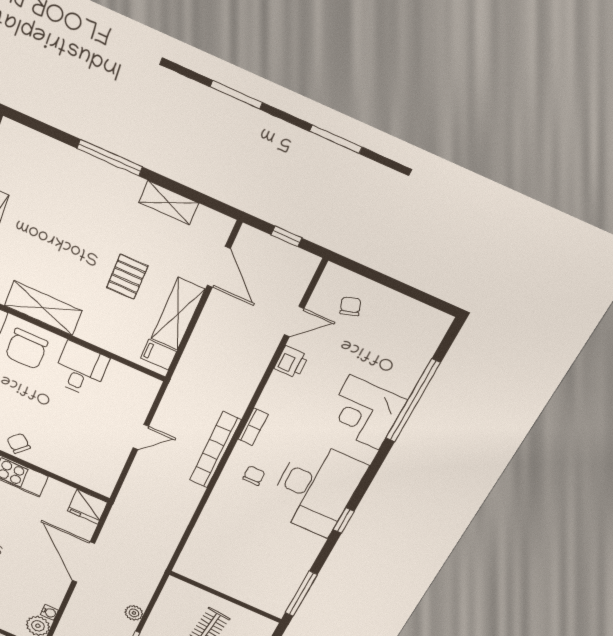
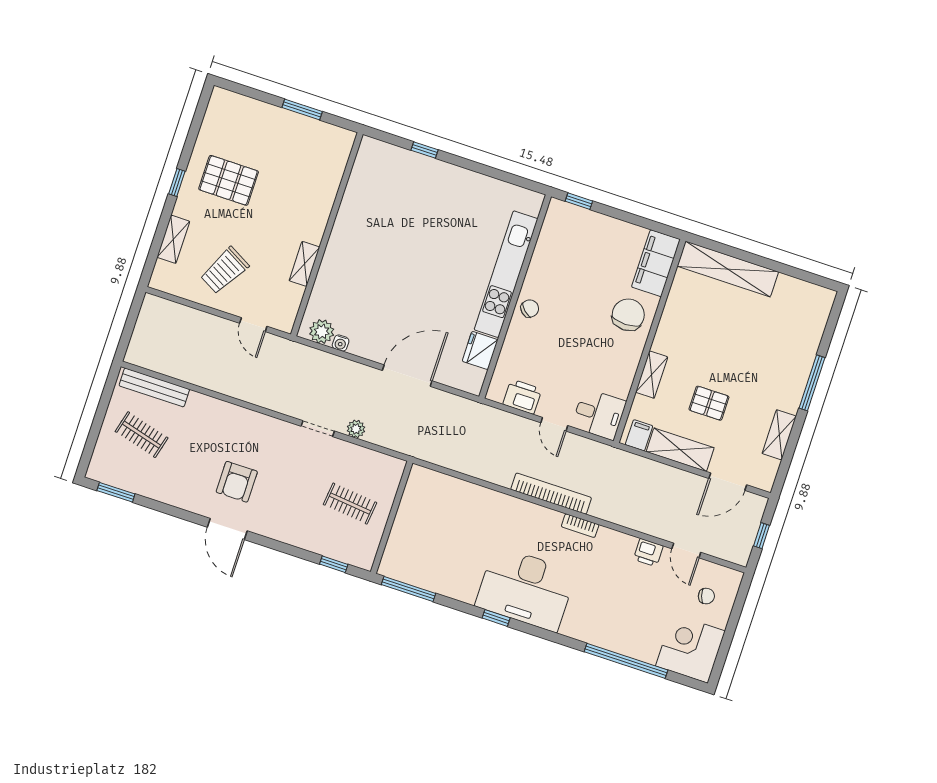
shelving: (43, 308) -> (652, 375), moved, width x0.67, depth x0.75
chair: (27, 349) -> (628, 315), turned 90
desk: (80, 369) -> (599, 414), moved
corner desk: (365, 413) -> (690, 648), moved
printer: (110, 463) -> (522, 397), added
chair: (254, 476) -> (530, 531), removed
fridge: (87, 507) -> (480, 350), moved

